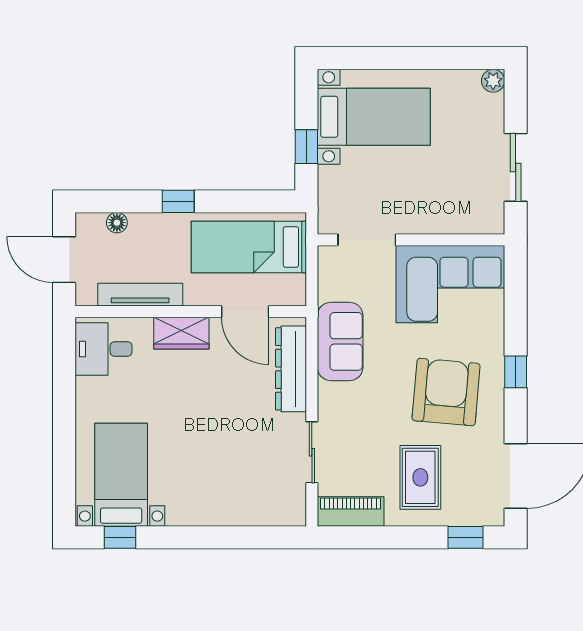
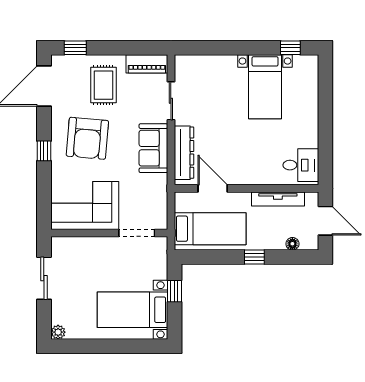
wardrobe: (181, 333) -> (252, 175), removed
sofa: (340, 341) -> (153, 148), moved
bed with nightstands: (121, 475) -> (265, 87), moved

